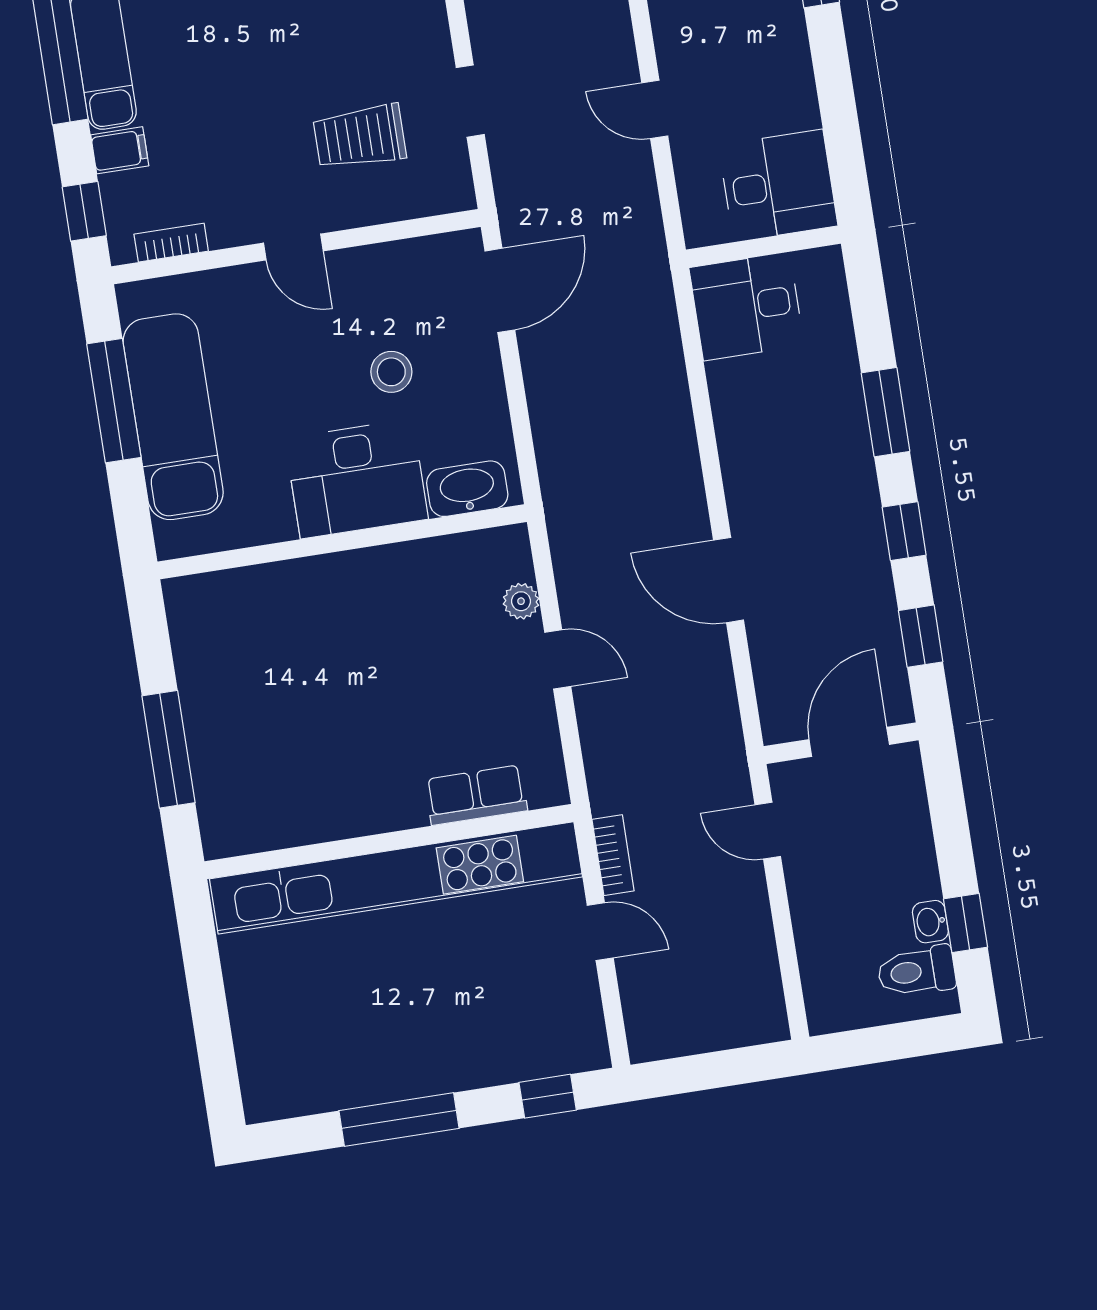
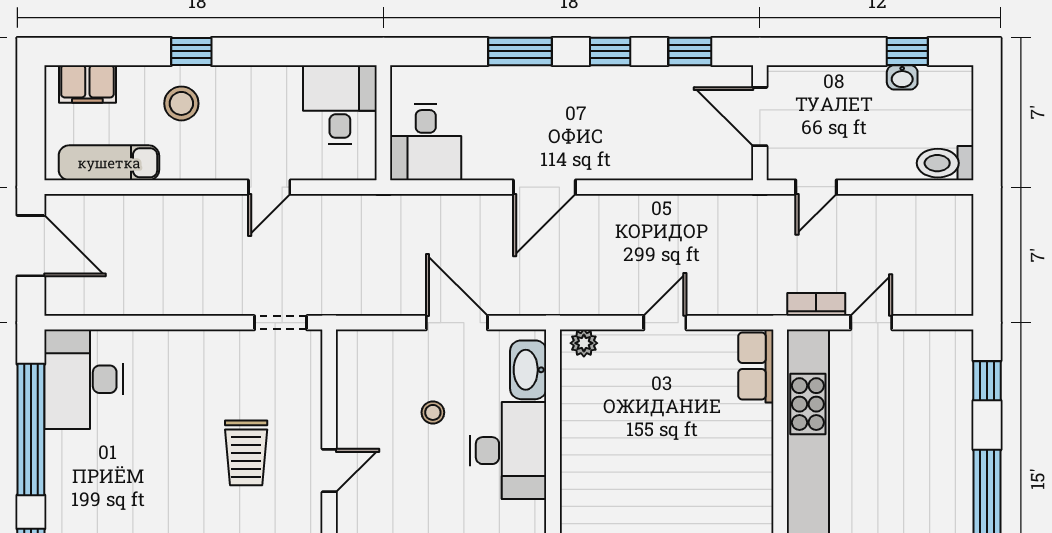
doorway: (470, 101) -> (281, 323), moved
trolley: (360, 137) -> (246, 453), moved
door: (500, 290) -> (457, 323), moved
stool: (391, 372) -> (433, 412), width x0.73, depth x0.73
door: (729, 580) -> (544, 187), moved
plant: (521, 601) -> (584, 343), moved
row of seats: (476, 795) -> (756, 366), moved
toilet: (917, 971) -> (945, 163), moved, turned 90

